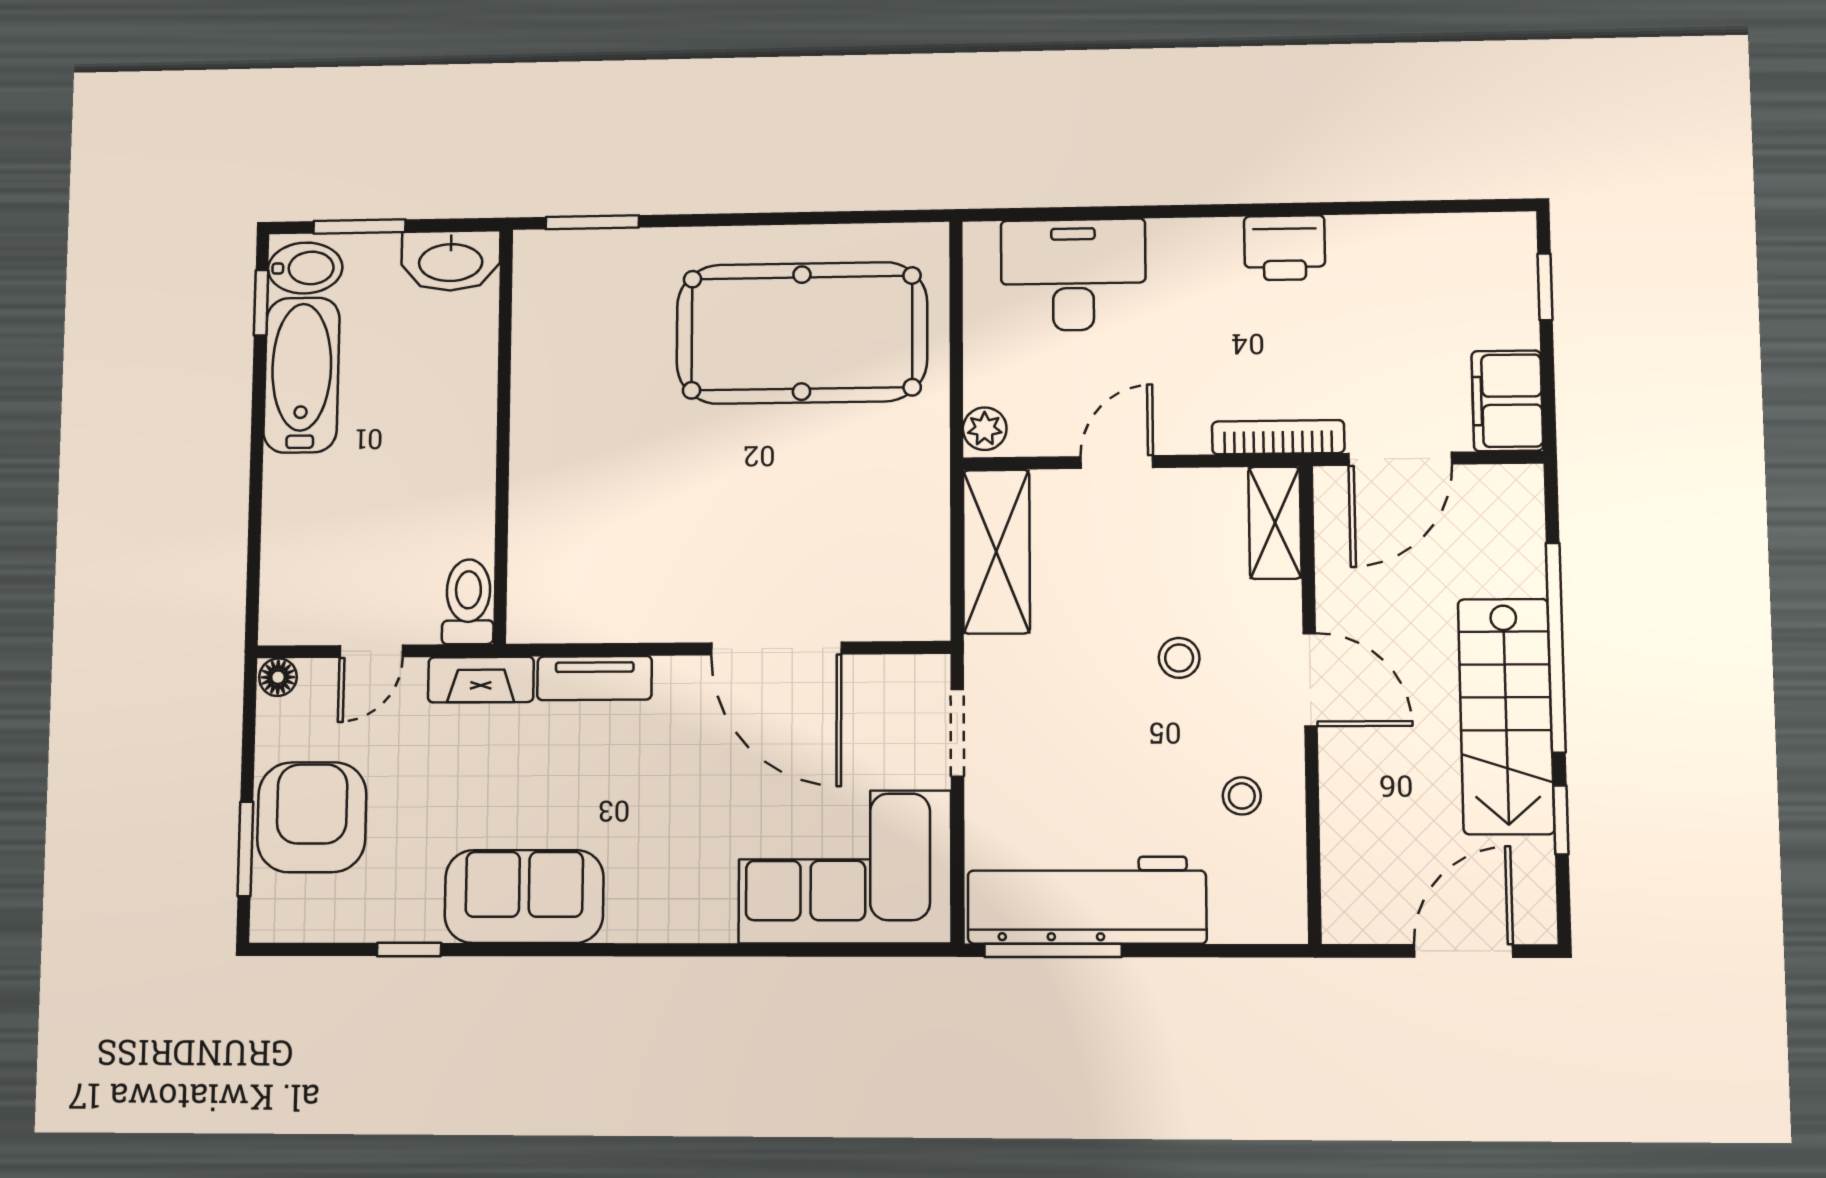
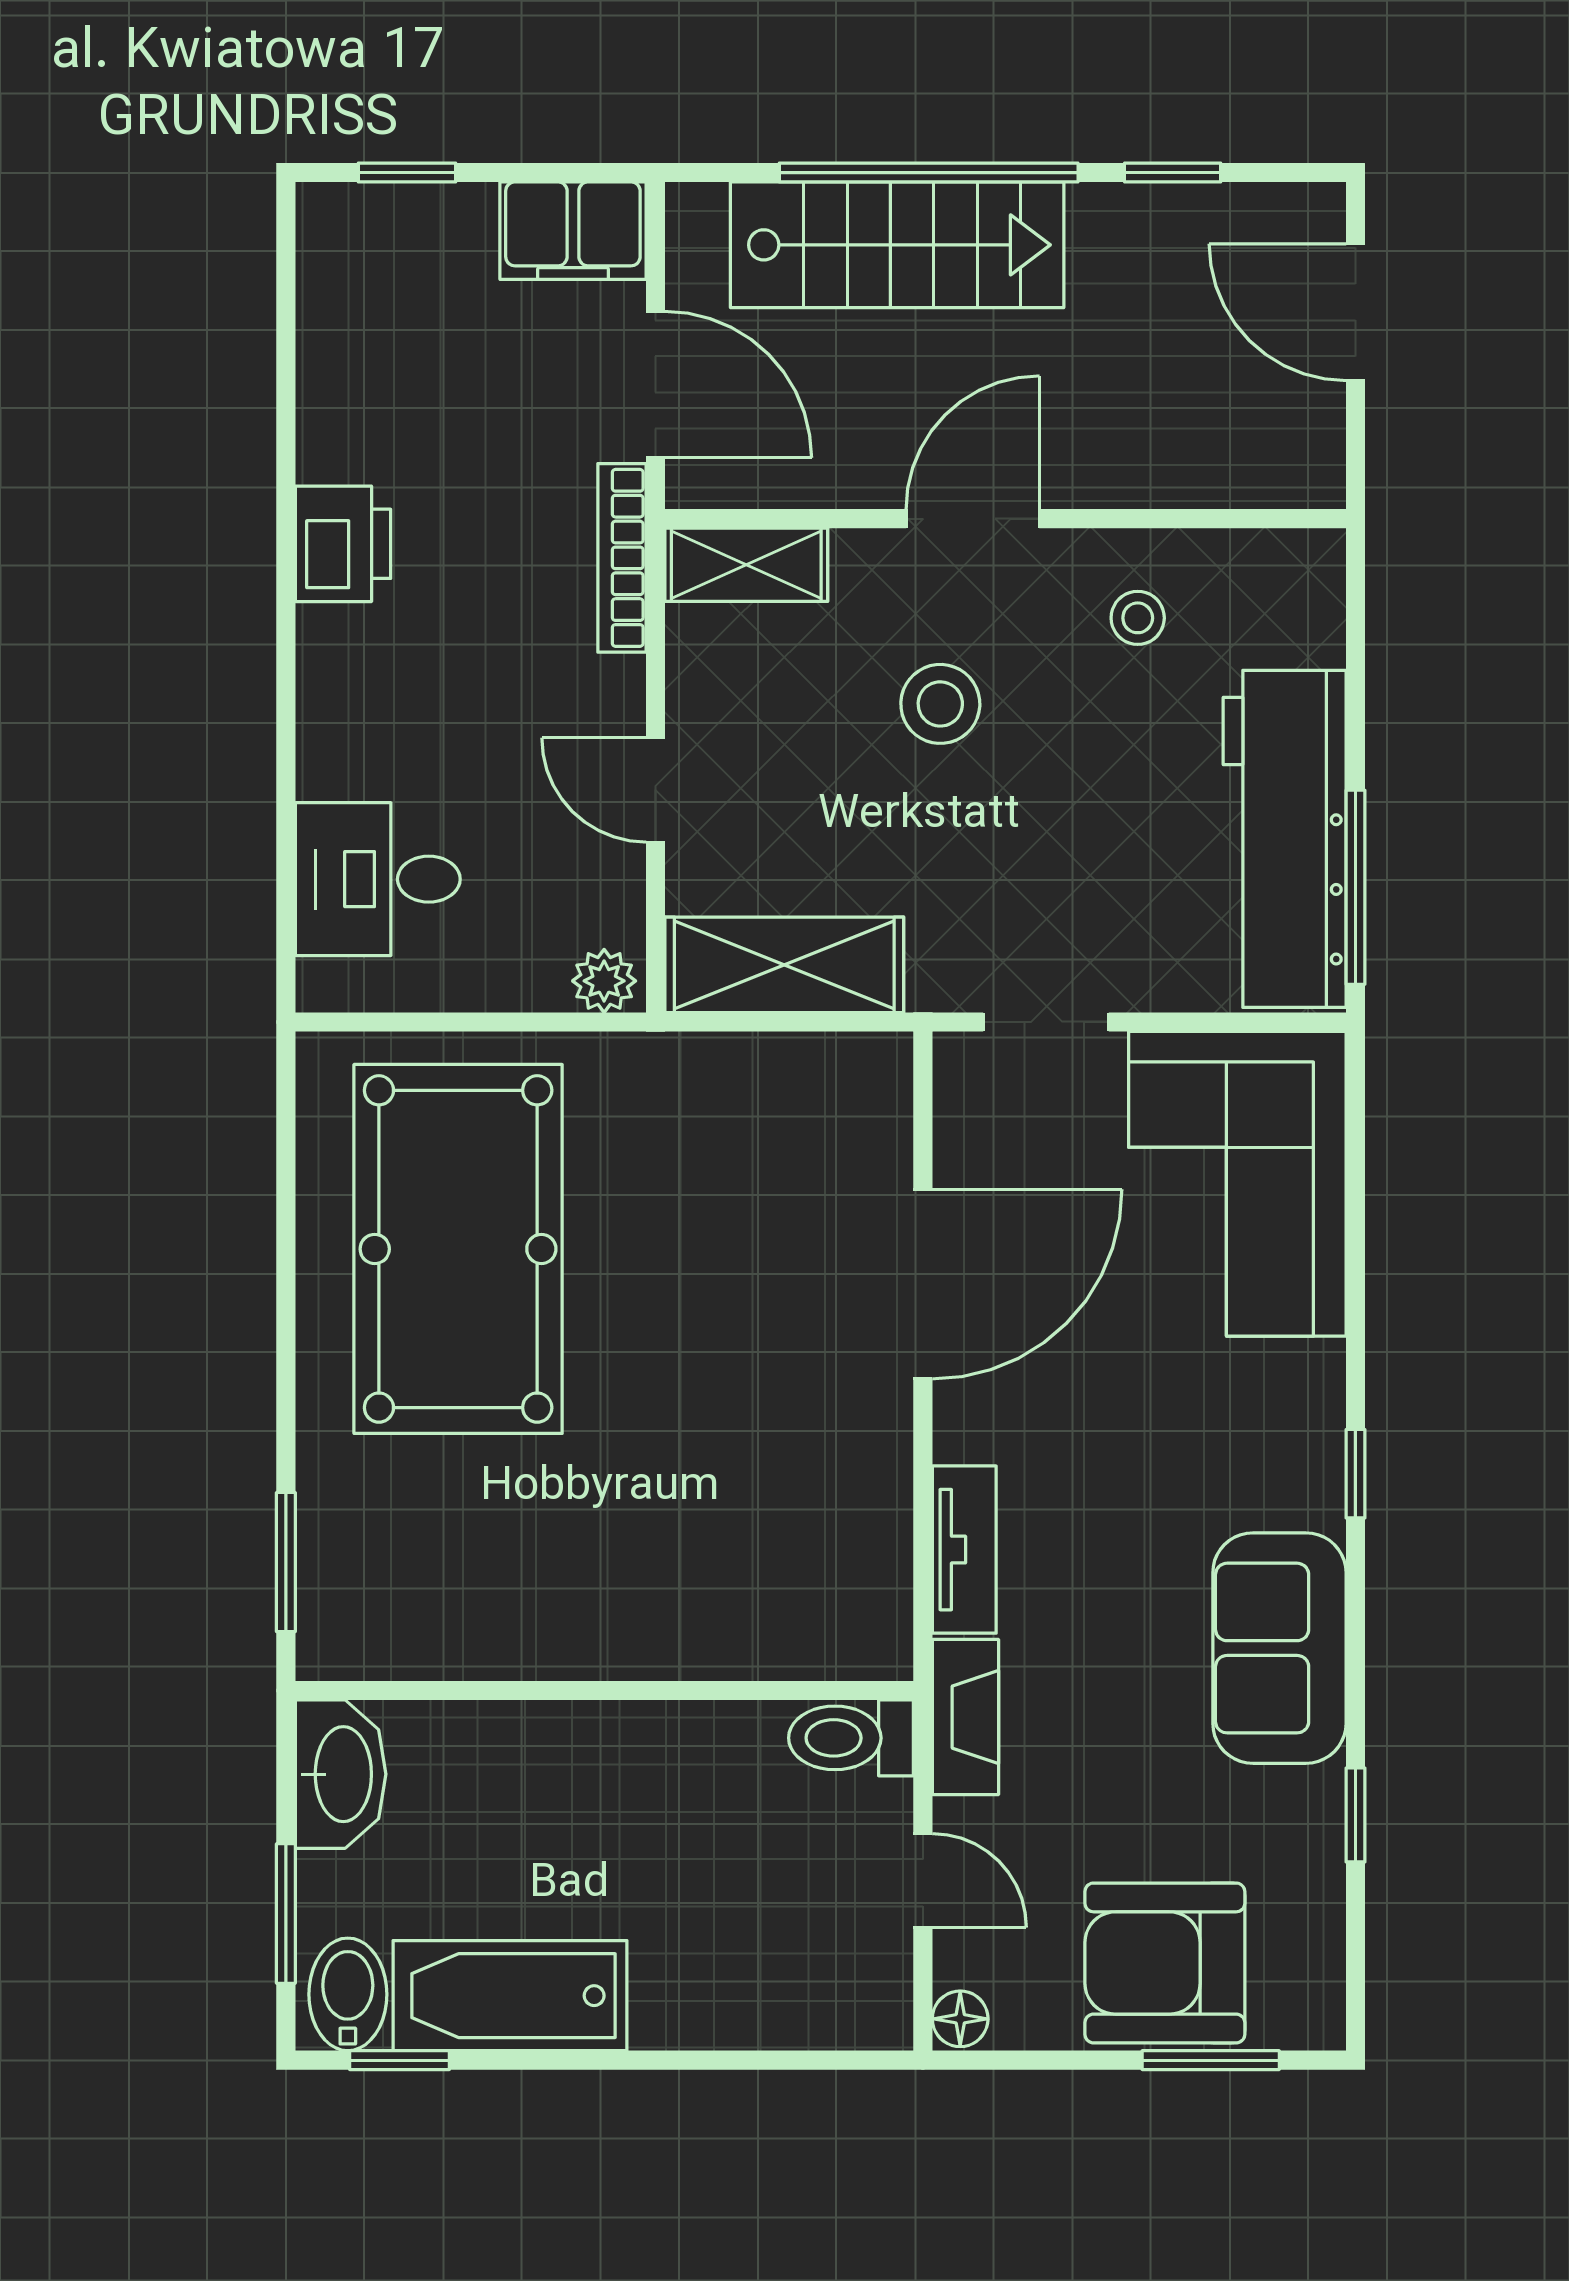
desk: (1073, 275) -> (378, 879), width x0.73
stool: (1179, 658) -> (940, 704), width x1.37, depth x1.37
stairs: (1506, 716) -> (897, 245), moved
window: (643, 950) -> (1355, 1474), added

